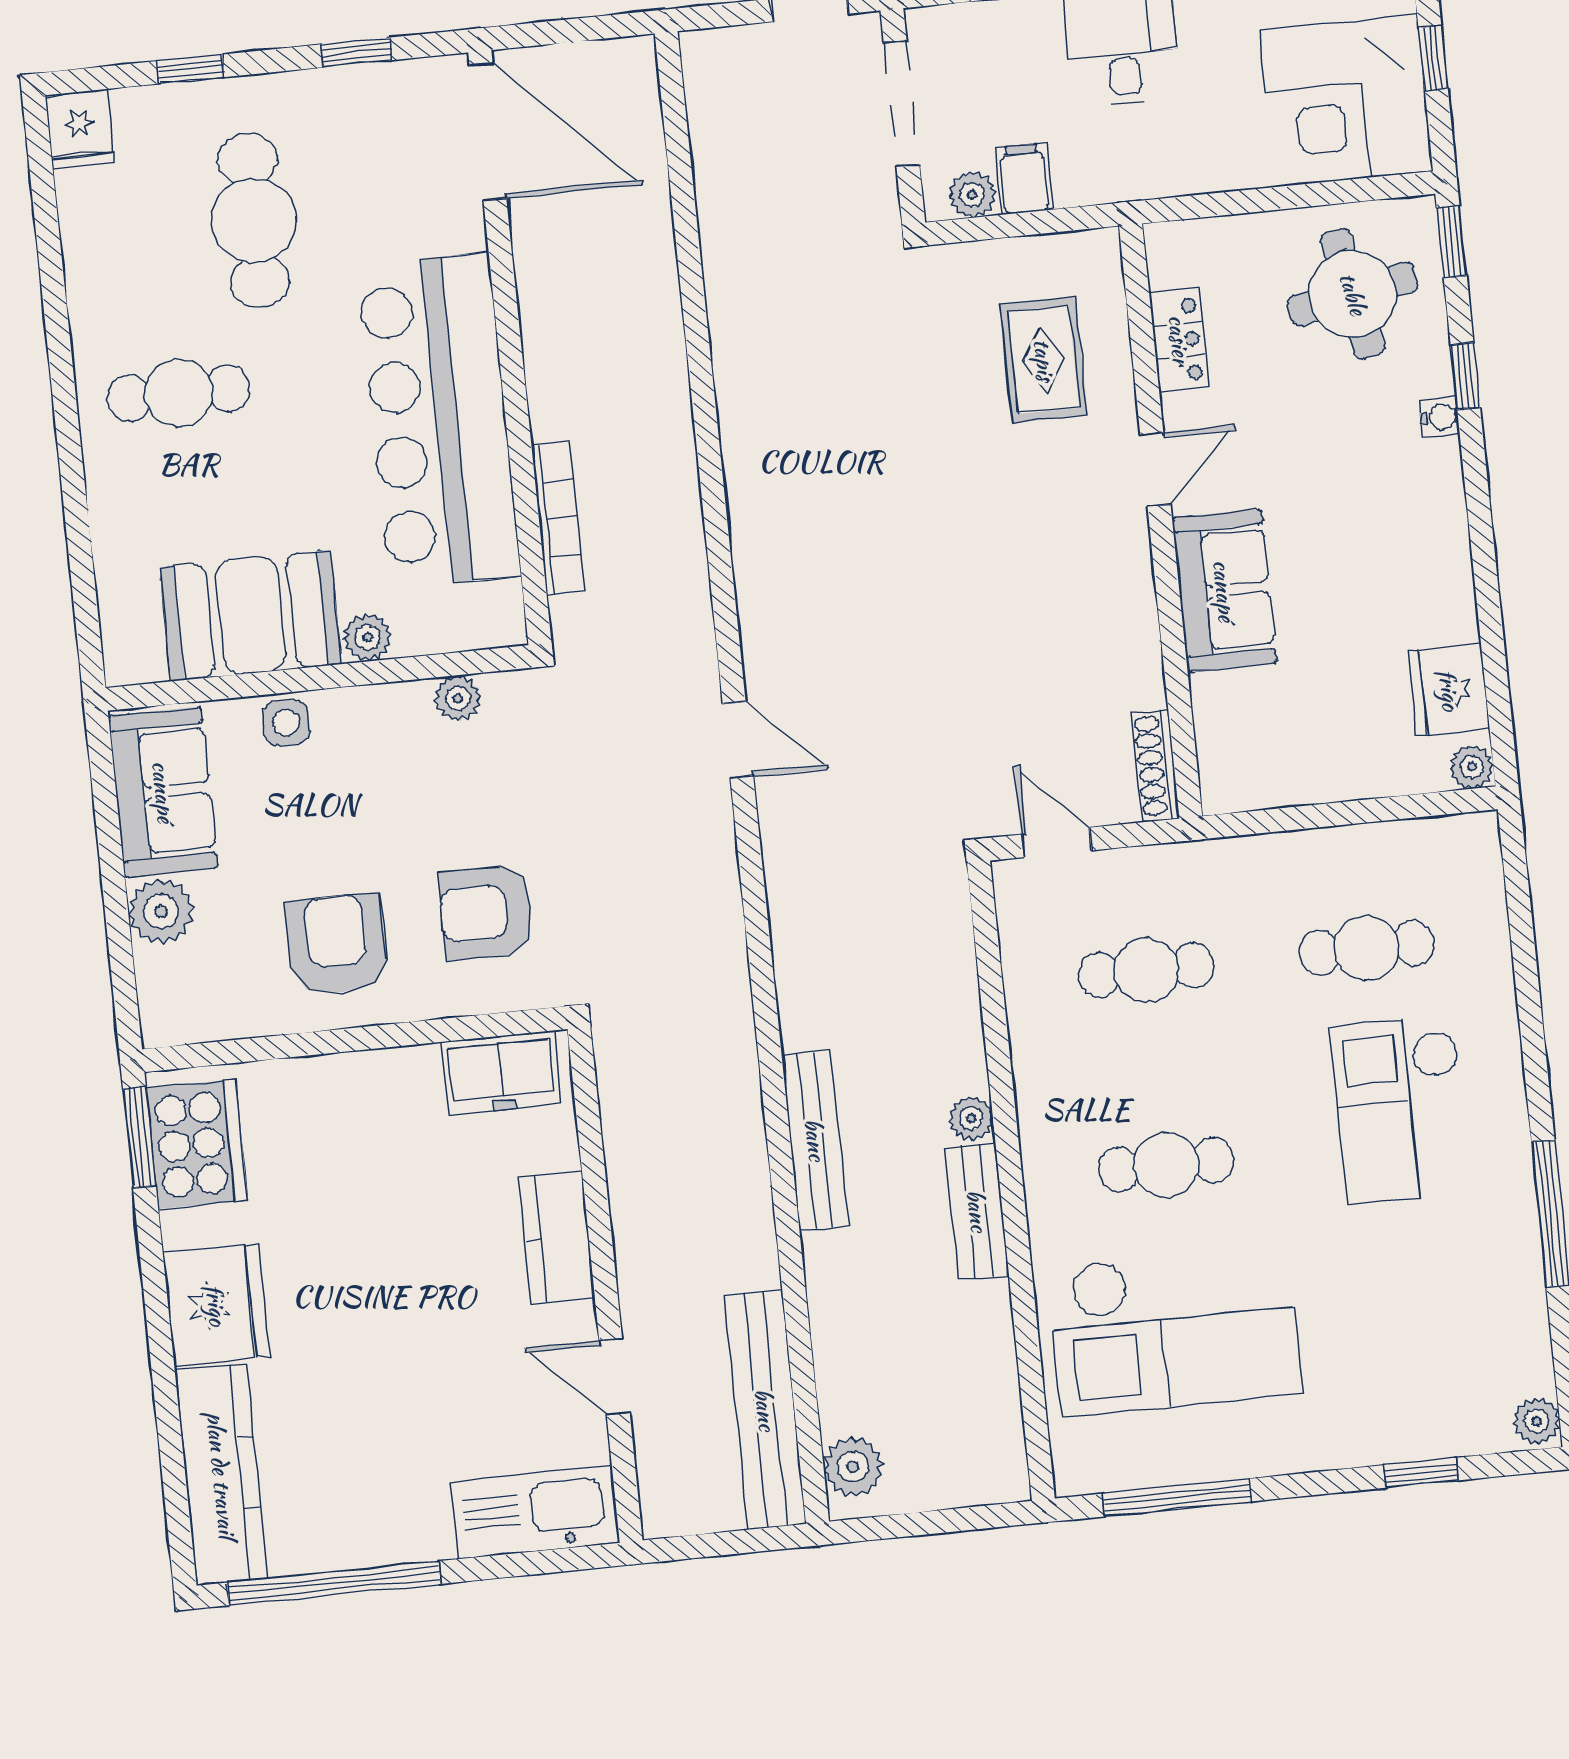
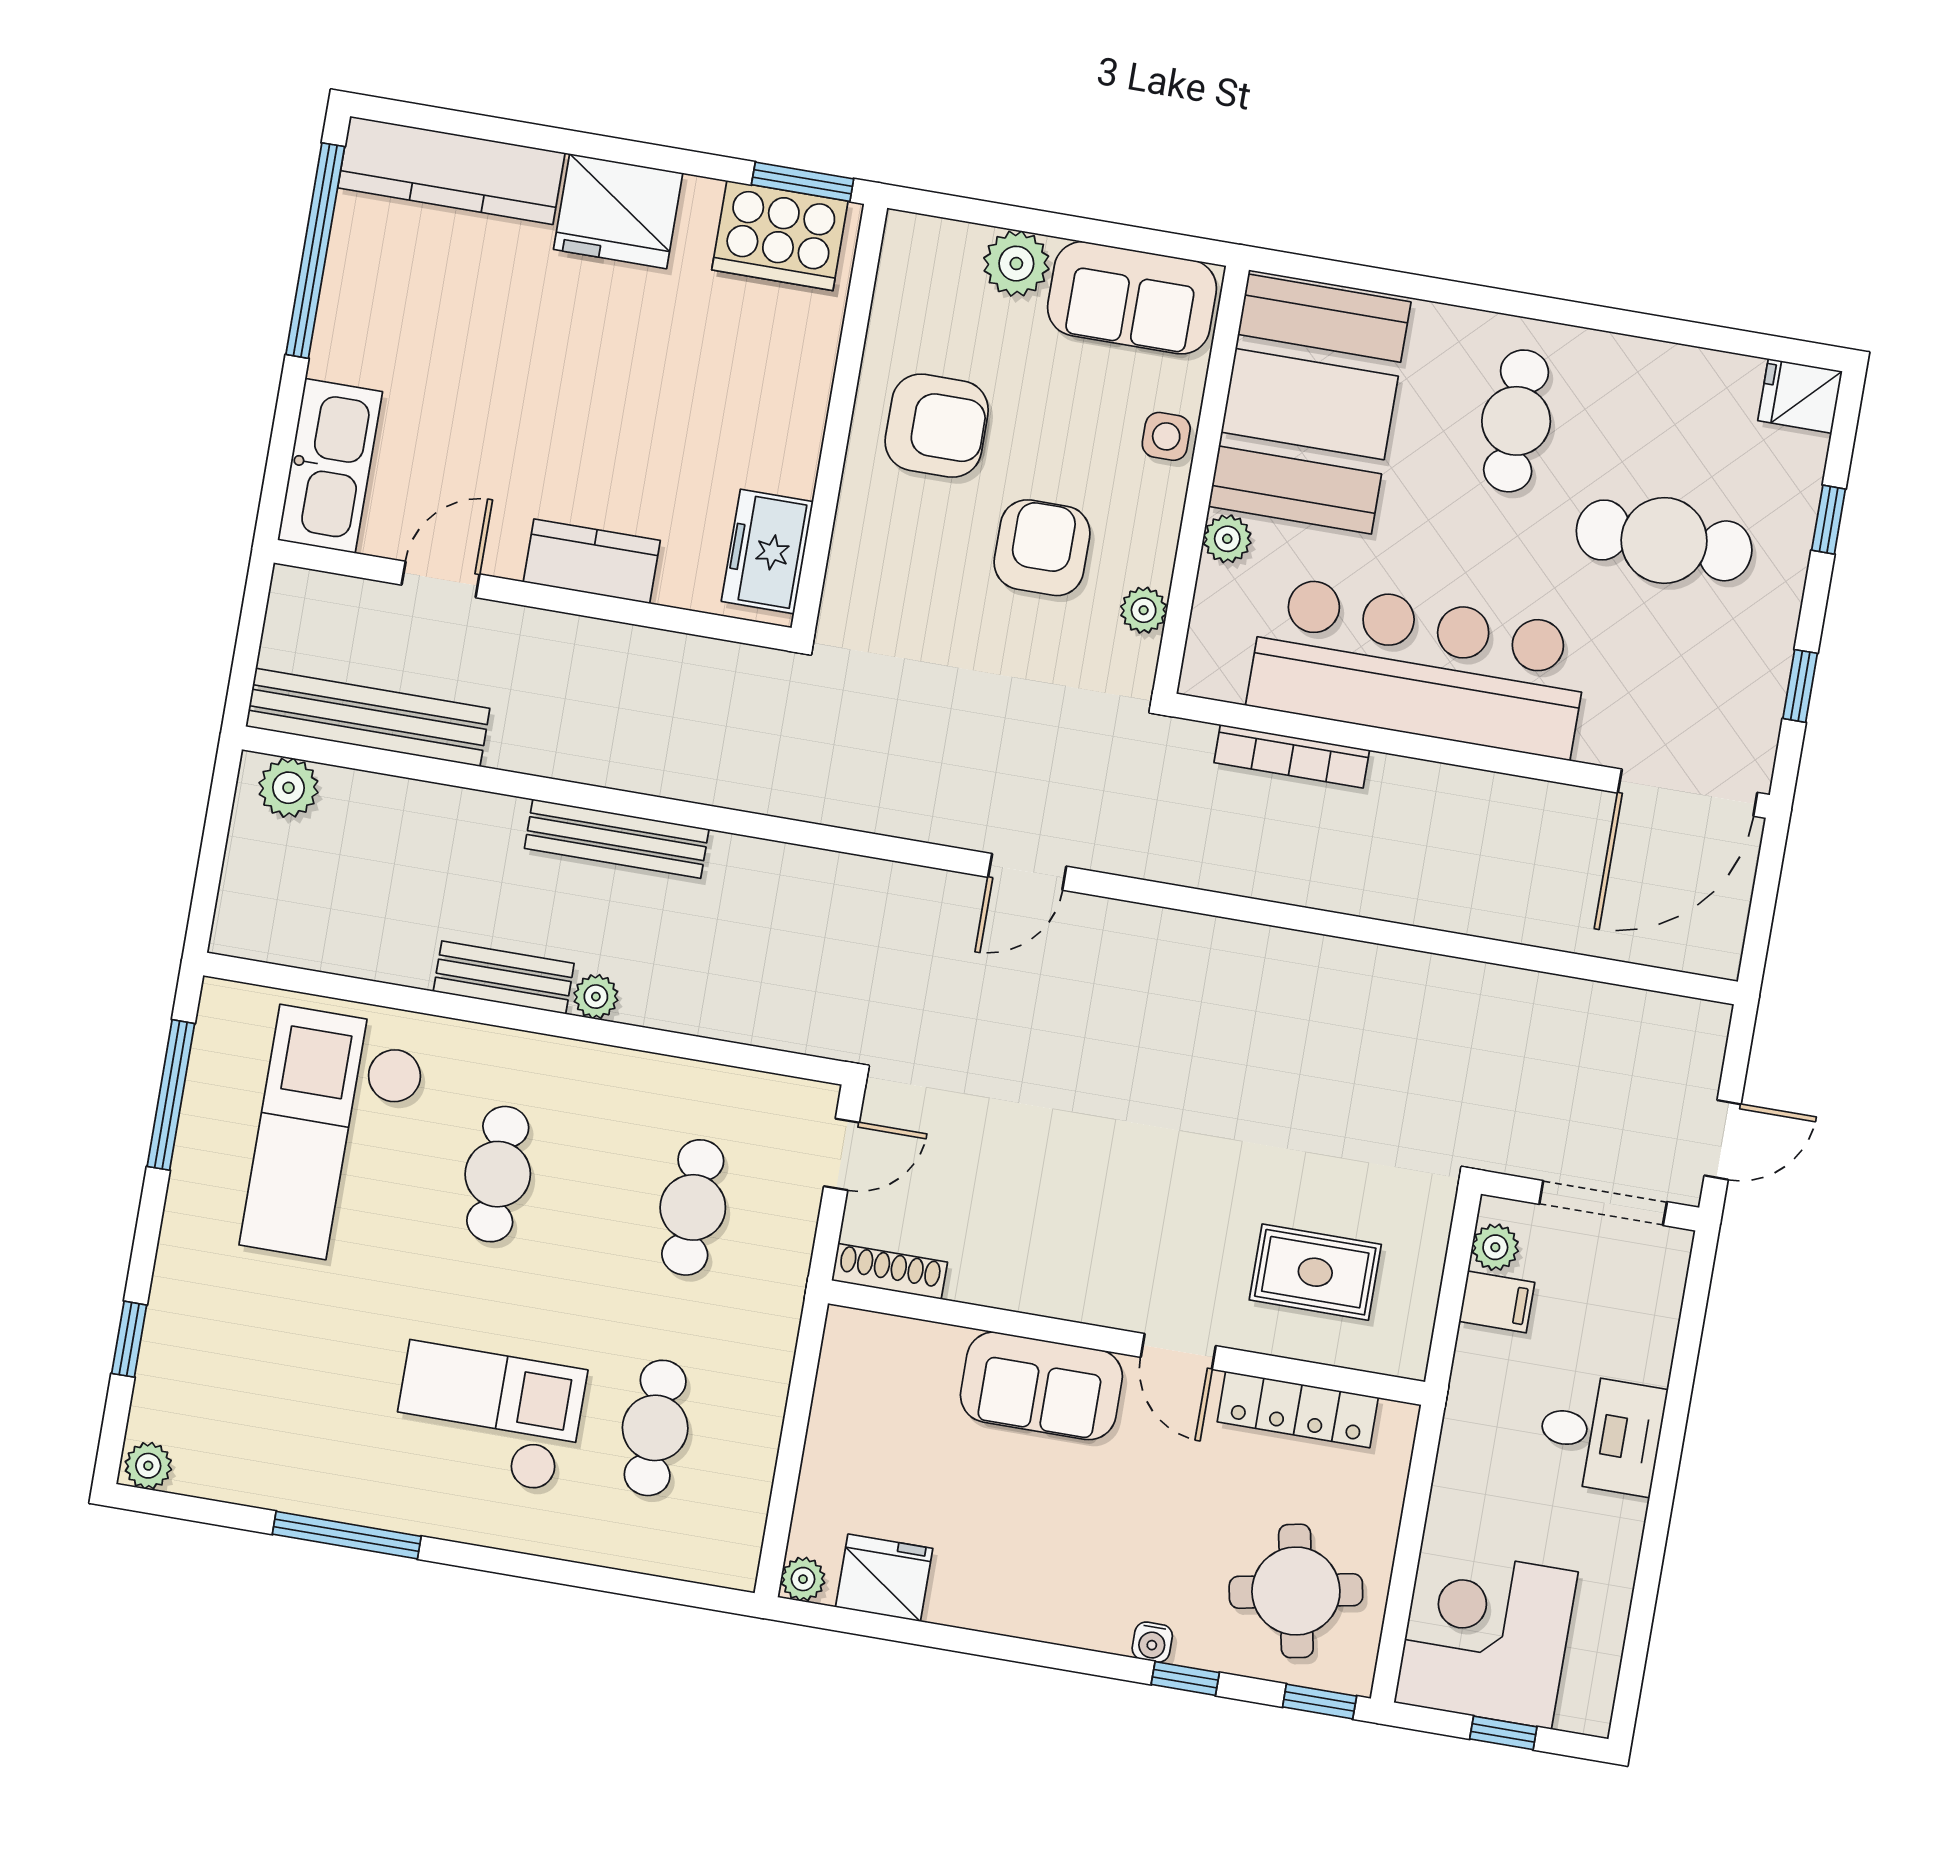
locker: (1179, 340) -> (1298, 1410), width x1.53
booth: (251, 616) -> (1310, 404), width x1.36, depth x1.42
armchair: (486, 912) -> (1042, 548), moved

